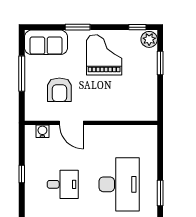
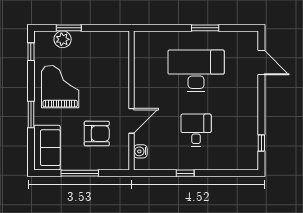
plant: (149, 39) -> (63, 39), moved
grand piano: (104, 55) -> (60, 87), turned 90

